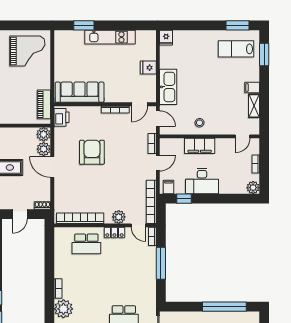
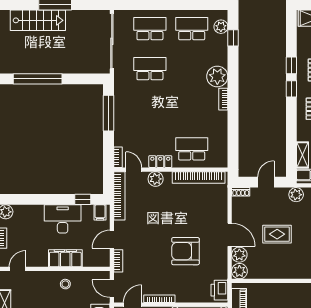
armchair: (92, 152) -> (185, 251), turned 90
window: (161, 263) -> (109, 113), moved

